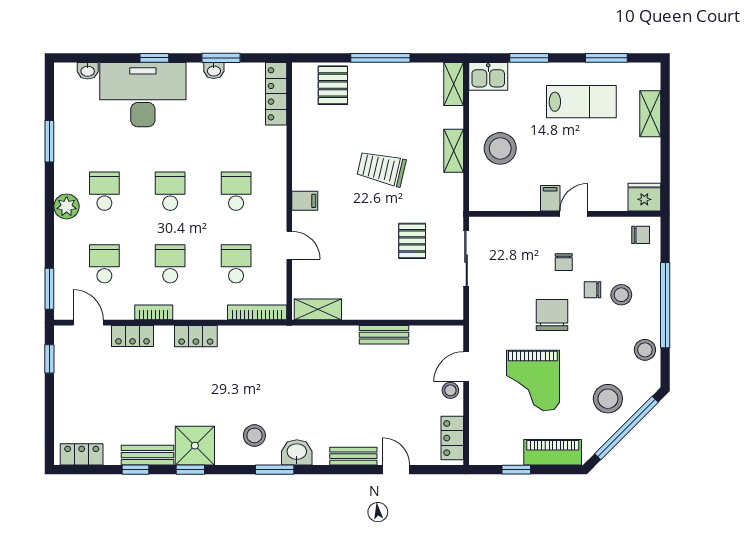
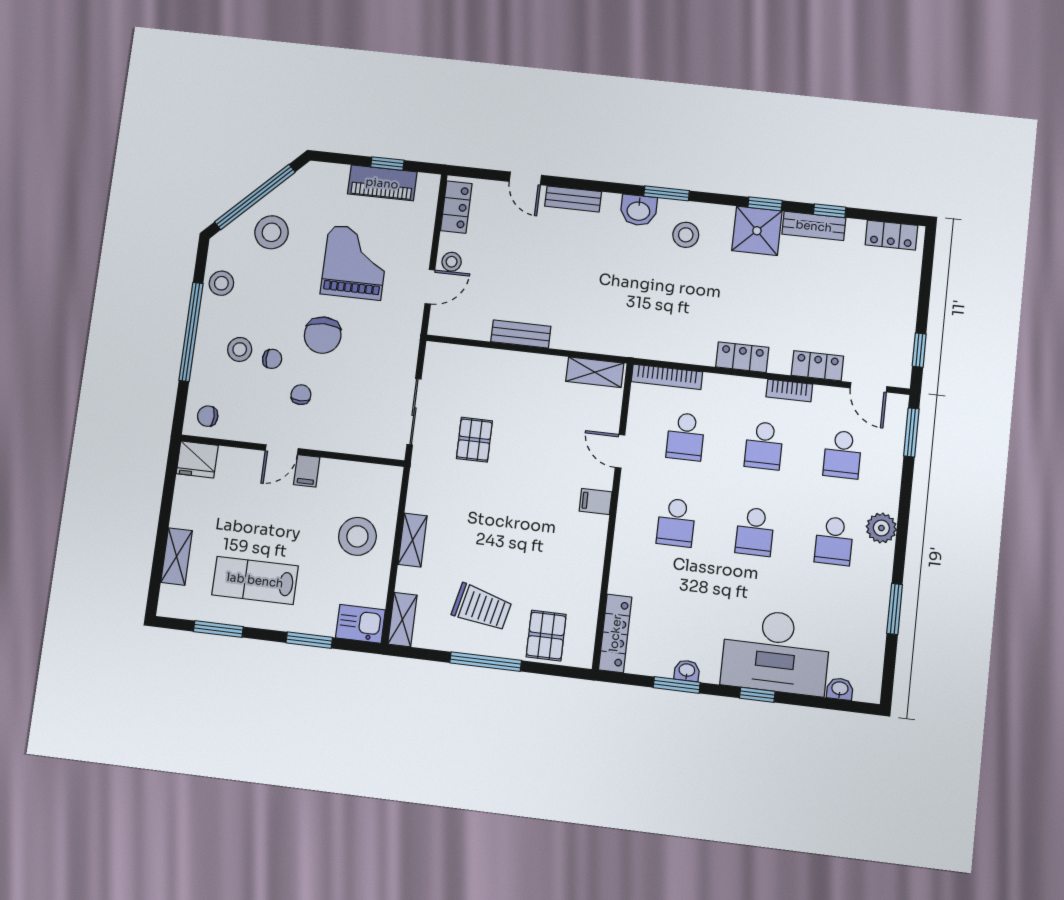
trolley: (381, 169) -> (482, 607), moved
piano: (553, 452) -> (382, 183), moved

